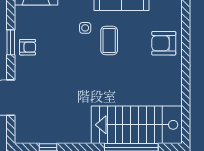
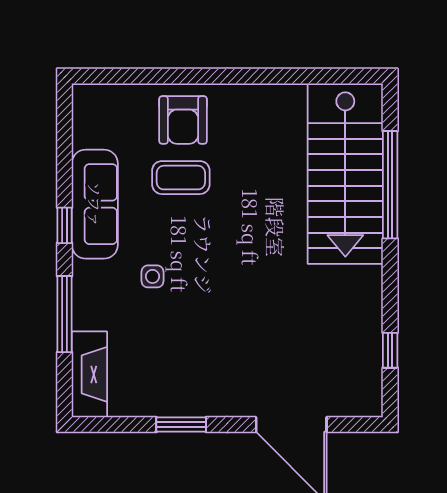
coffee table: (109, 40) -> (181, 178), moved
armchair: (28, 47) -> (191, 391), removed

